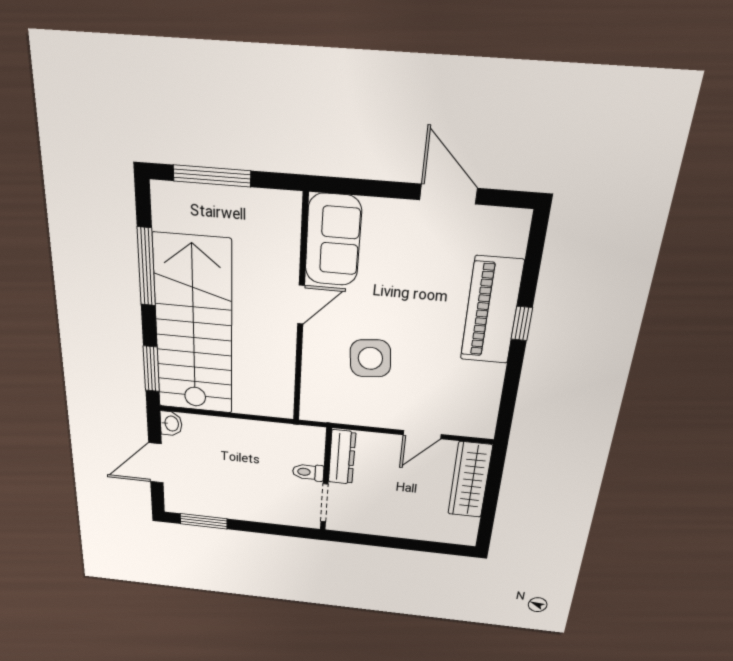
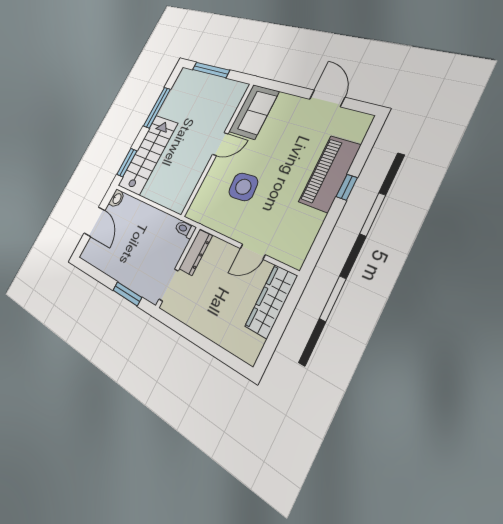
stairs: (194, 327) -> (148, 155), width x0.73, depth x0.66
door: (156, 463) -> (94, 222), swing flipped
toilet: (308, 472) -> (185, 229), moved
window: (204, 521) -> (127, 294), moved

